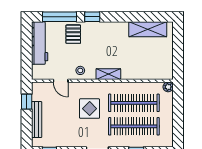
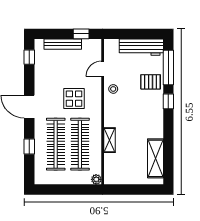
shelving: (108, 74) -> (110, 140), moved

